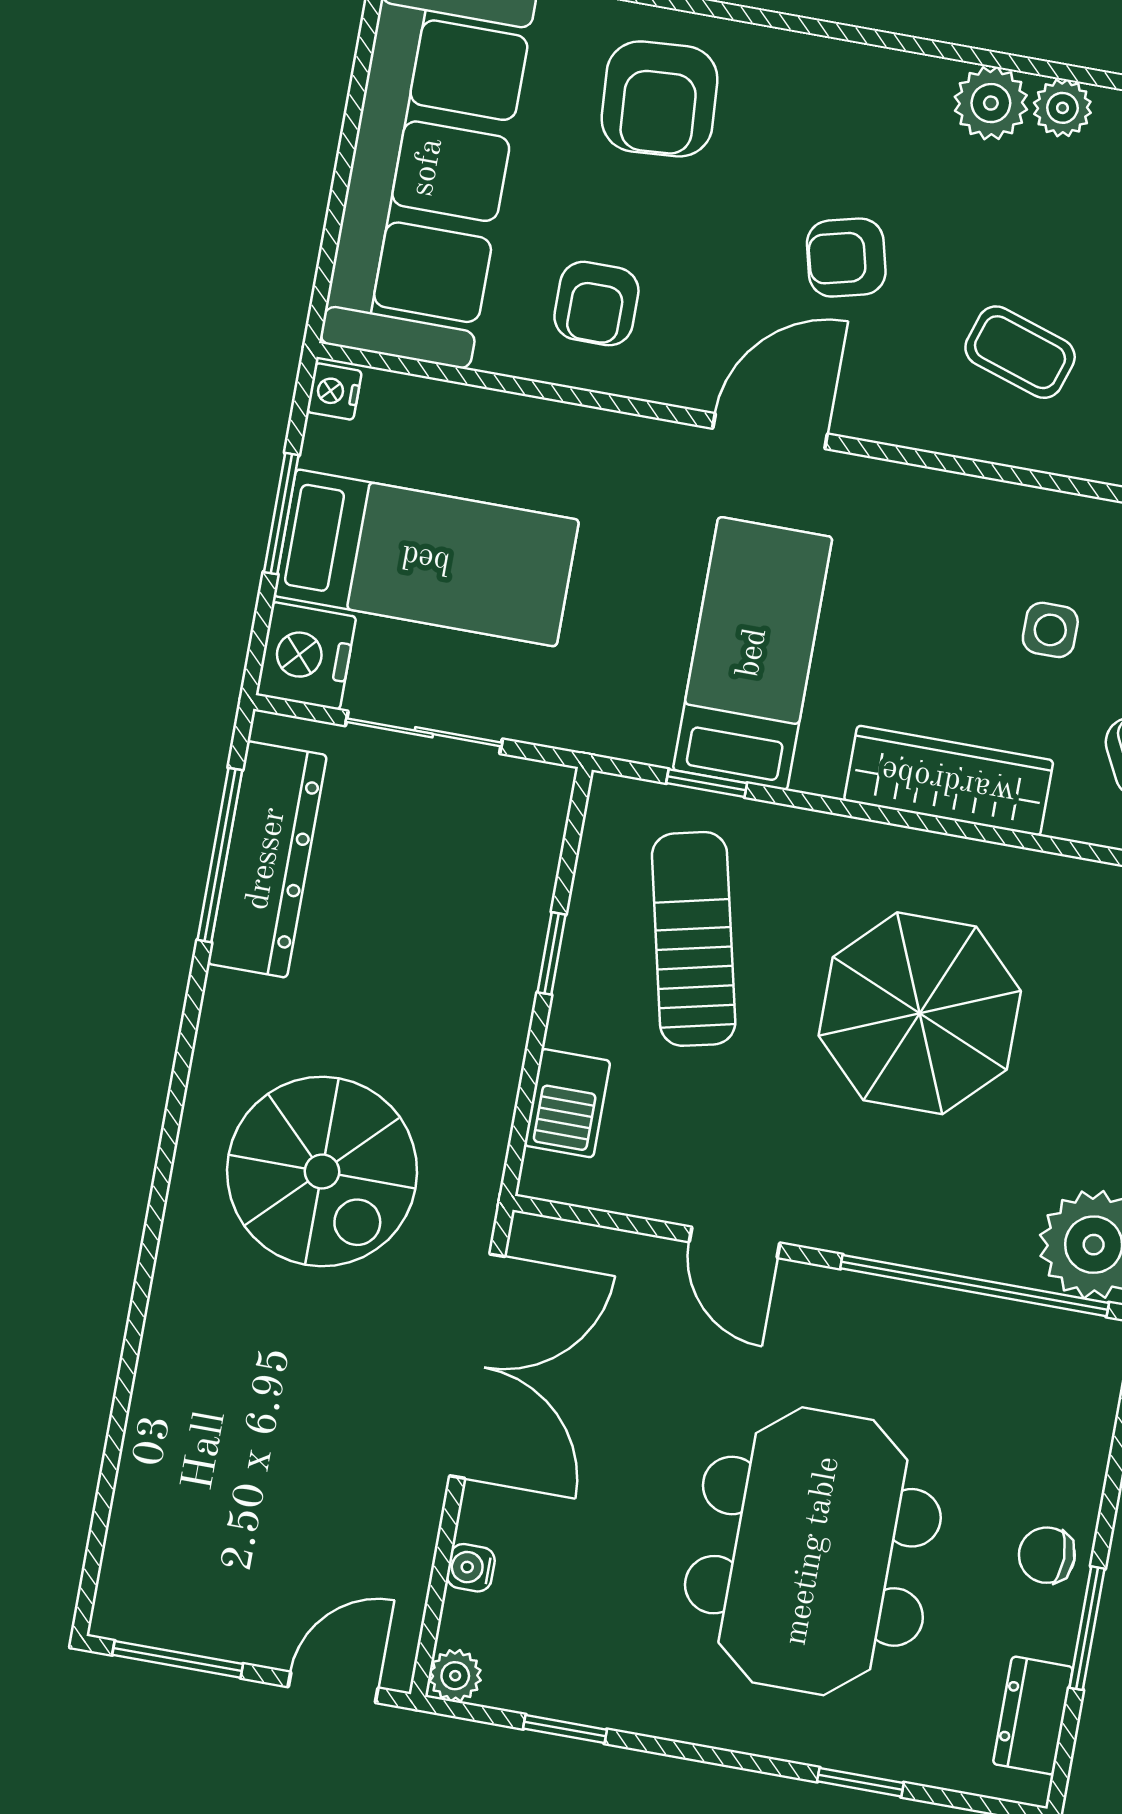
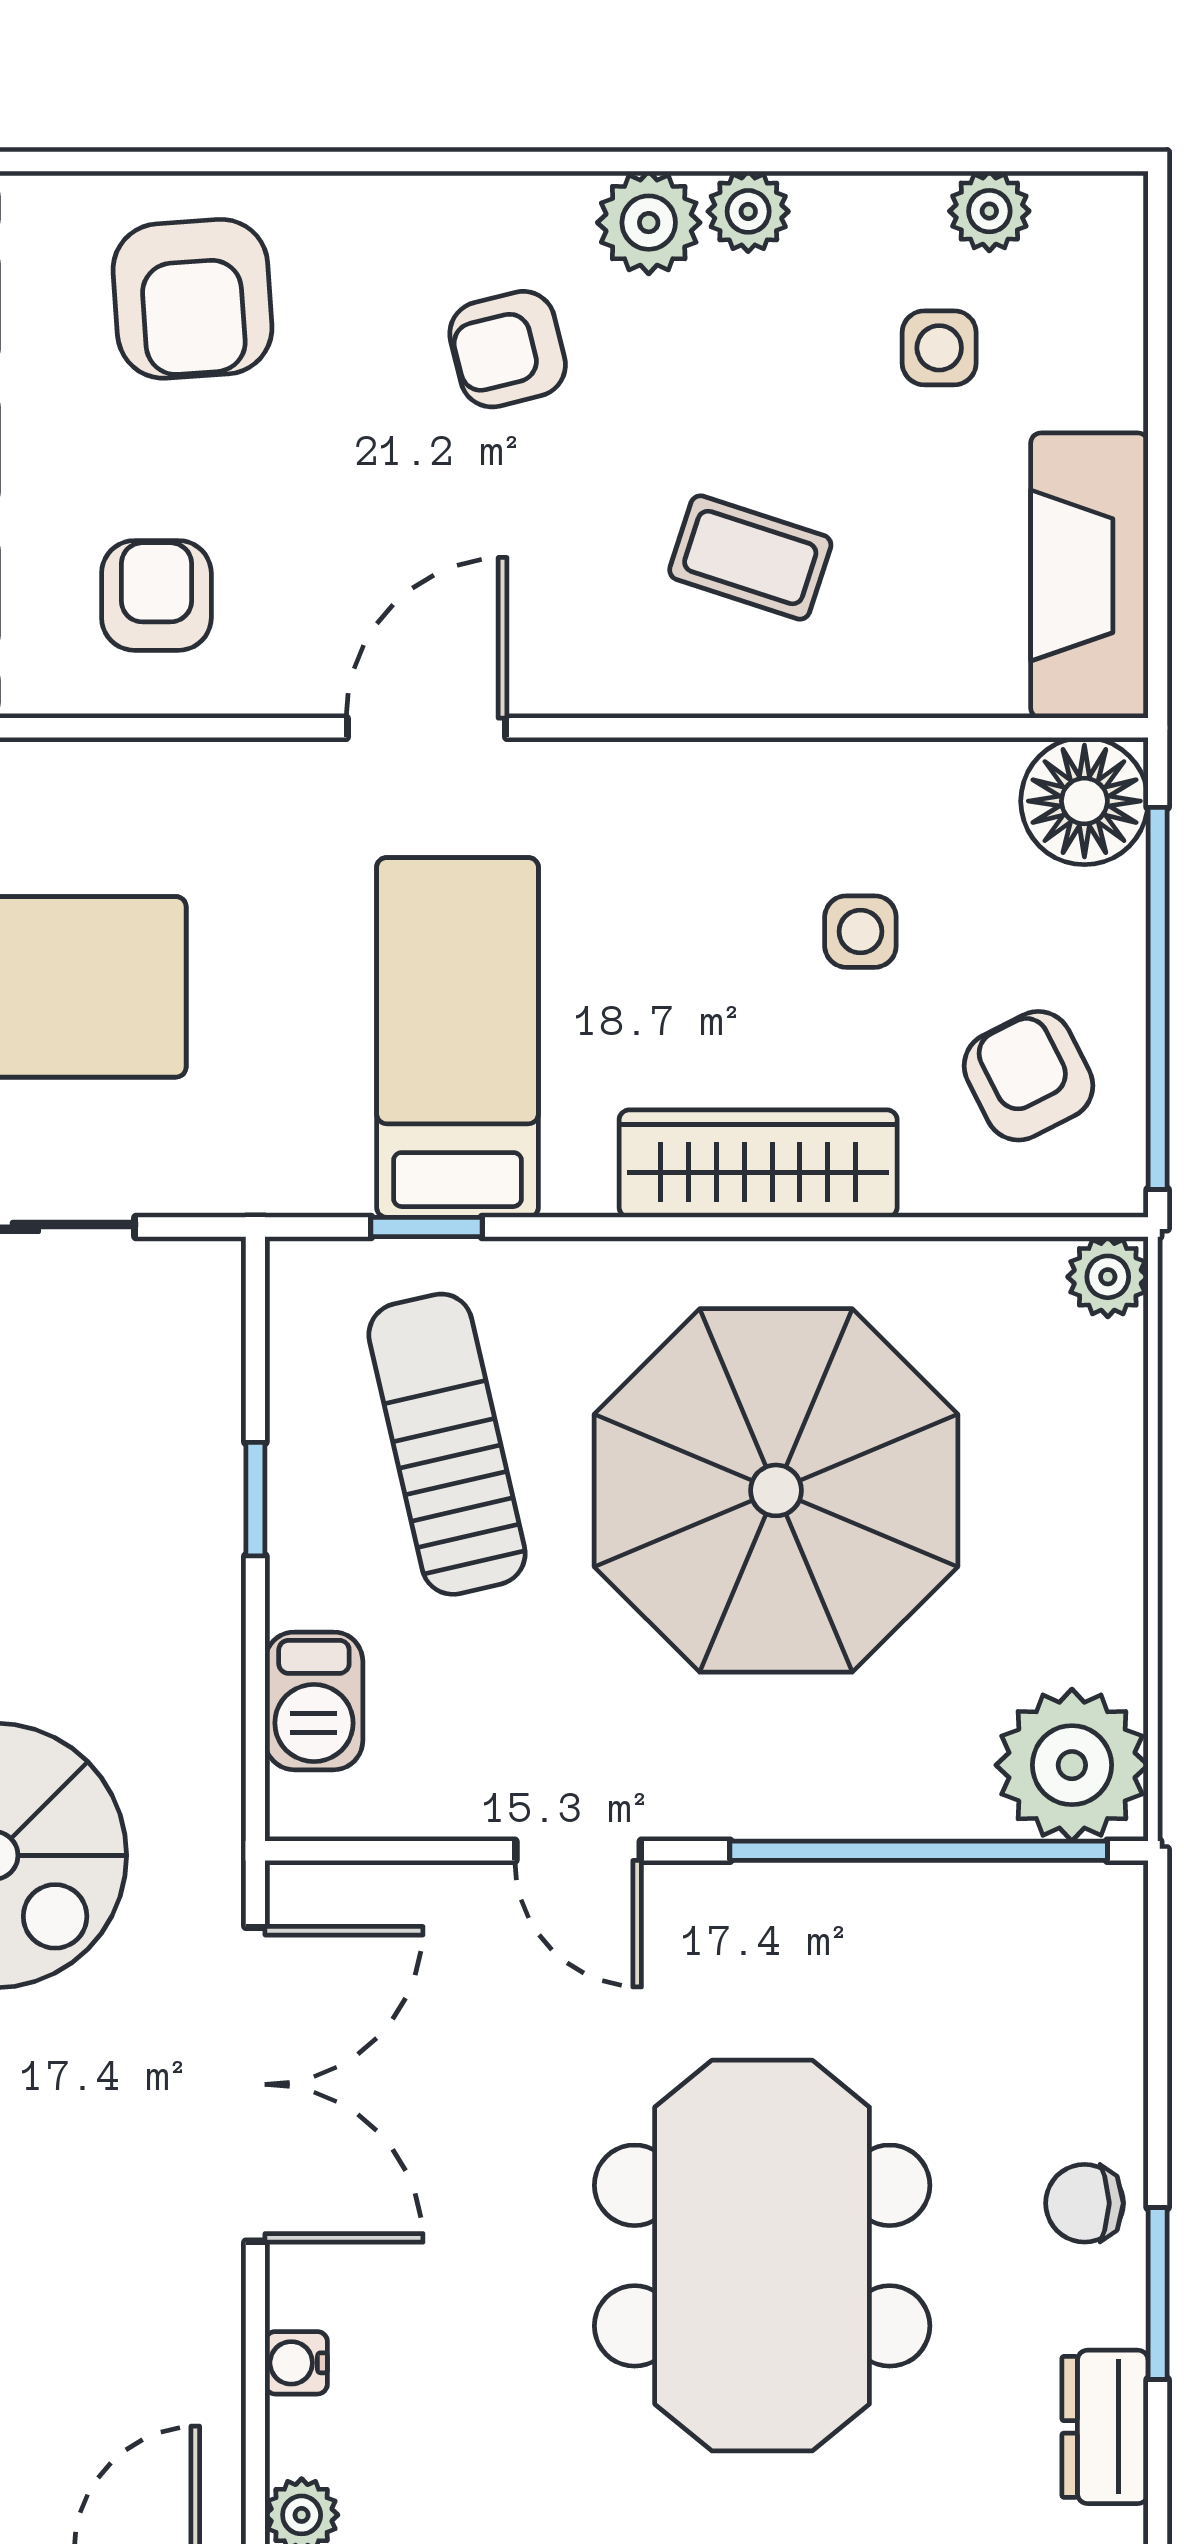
armchair: (846, 258) -> (508, 349), moved
armchair: (596, 304) -> (156, 595), turned 180
parasol: (920, 1013) -> (776, 1490), width x1.36, depth x1.36

